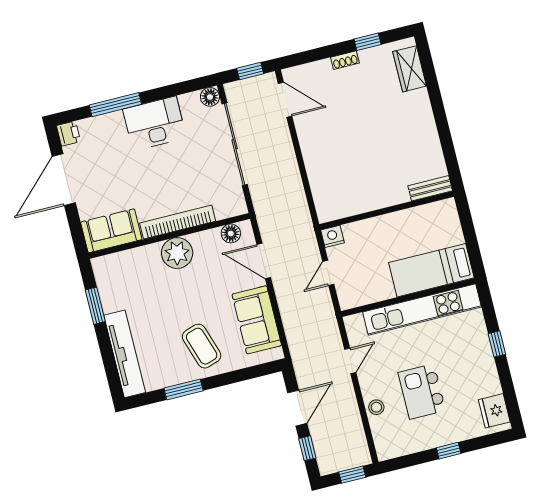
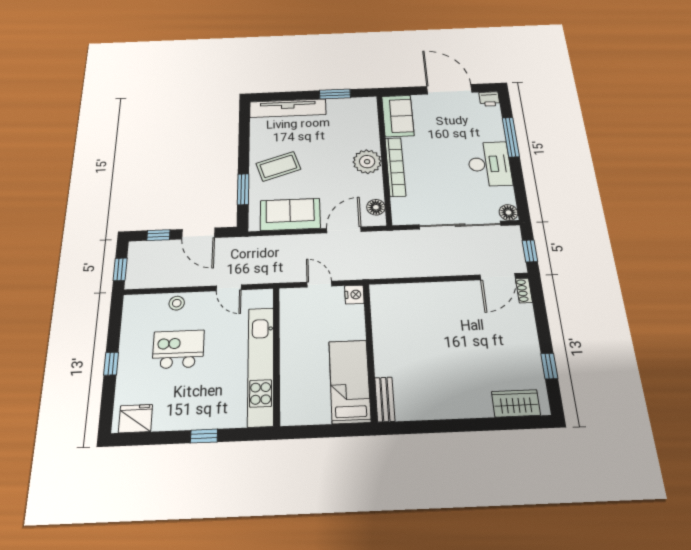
shoe rack: (345, 60) -> (524, 291), moved
bed: (431, 270) -> (350, 381), moved
window: (184, 389) -> (243, 189), moved

